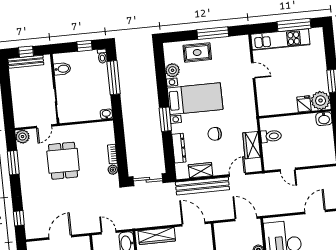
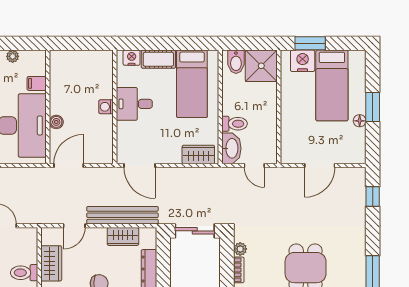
door: (246, 219) -> (69, 166), swing flipped
wardrobe: (157, 236) -> (198, 154), width x0.67

